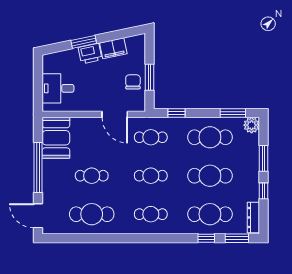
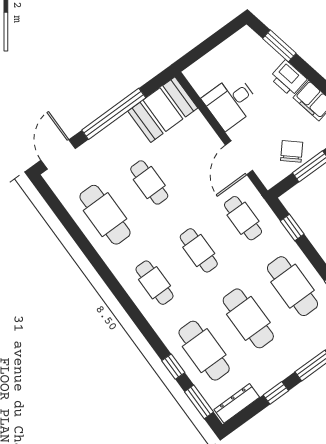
window: (84, 42) -> (279, 46), moved
chair: (133, 82) -> (292, 151), turned -49
desk: (58, 88) -> (231, 102), moved, turned -90

